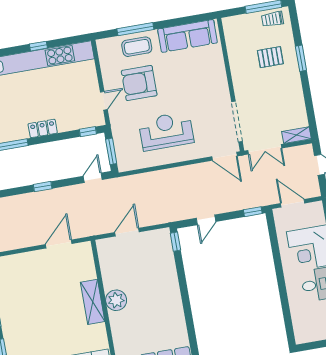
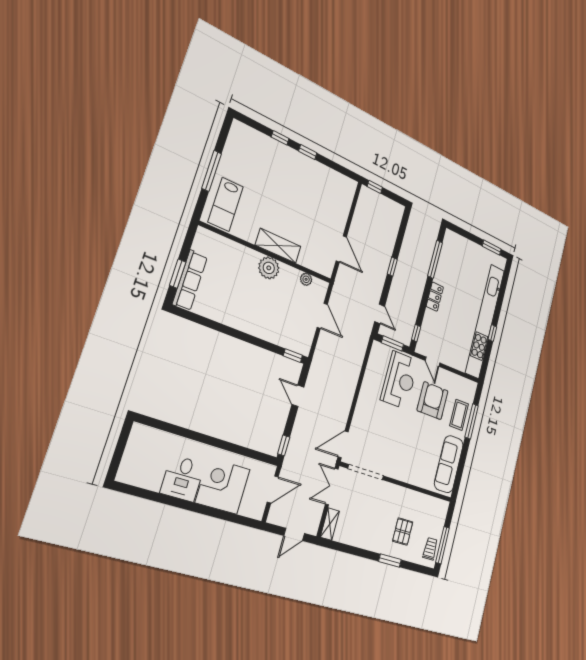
reception desk: (166, 131) -> (400, 380), moved
plant: (105, 263) -> (306, 279), added

